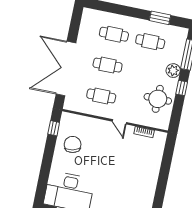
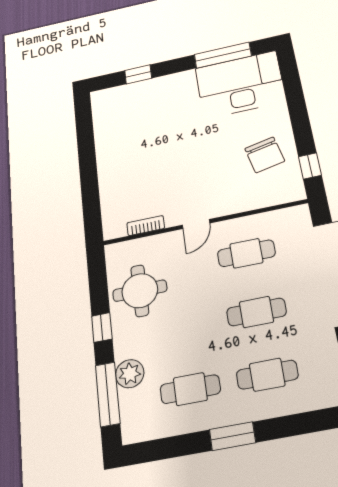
window: (160, 18) -> (232, 436), moved
plant: (173, 71) -> (130, 374), moved
door: (119, 122) -> (196, 224), swing flipped

